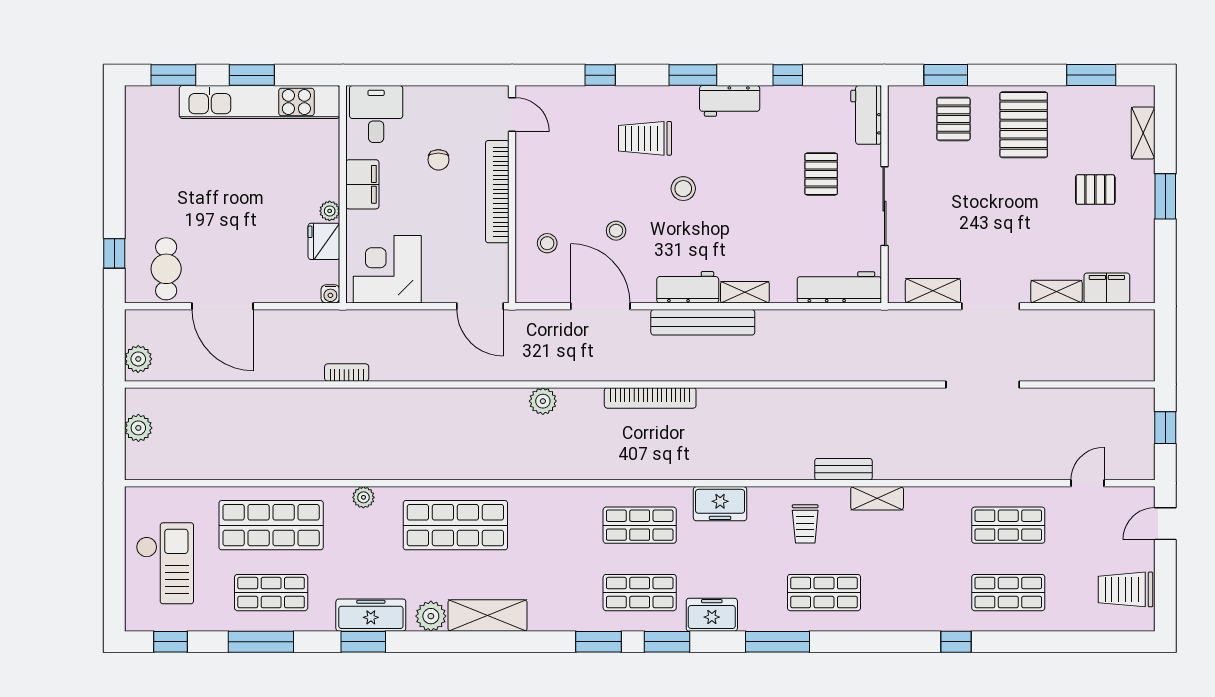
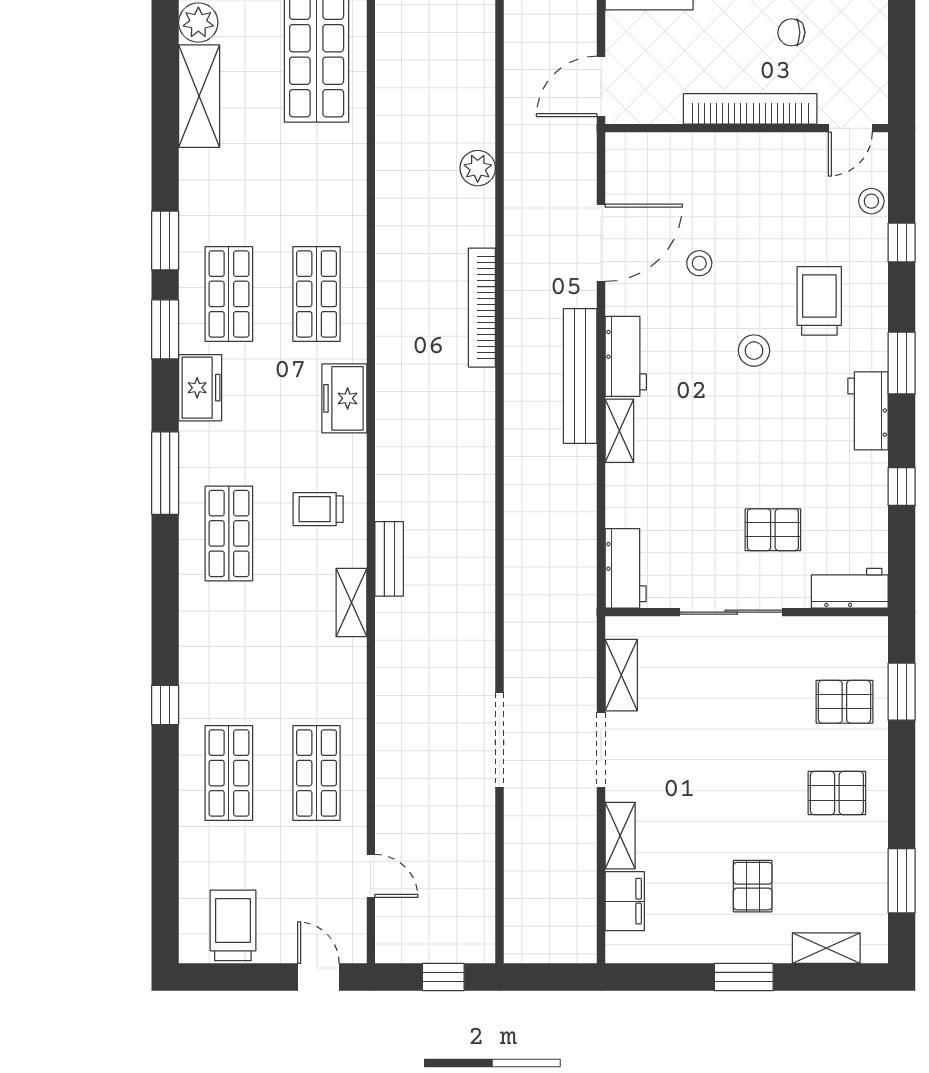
pallet: (1024, 125) -> (837, 793), width x0.67, depth x0.71
stool: (547, 243) -> (871, 201), moved
workbench: (839, 287) -> (626, 568), width x0.73

